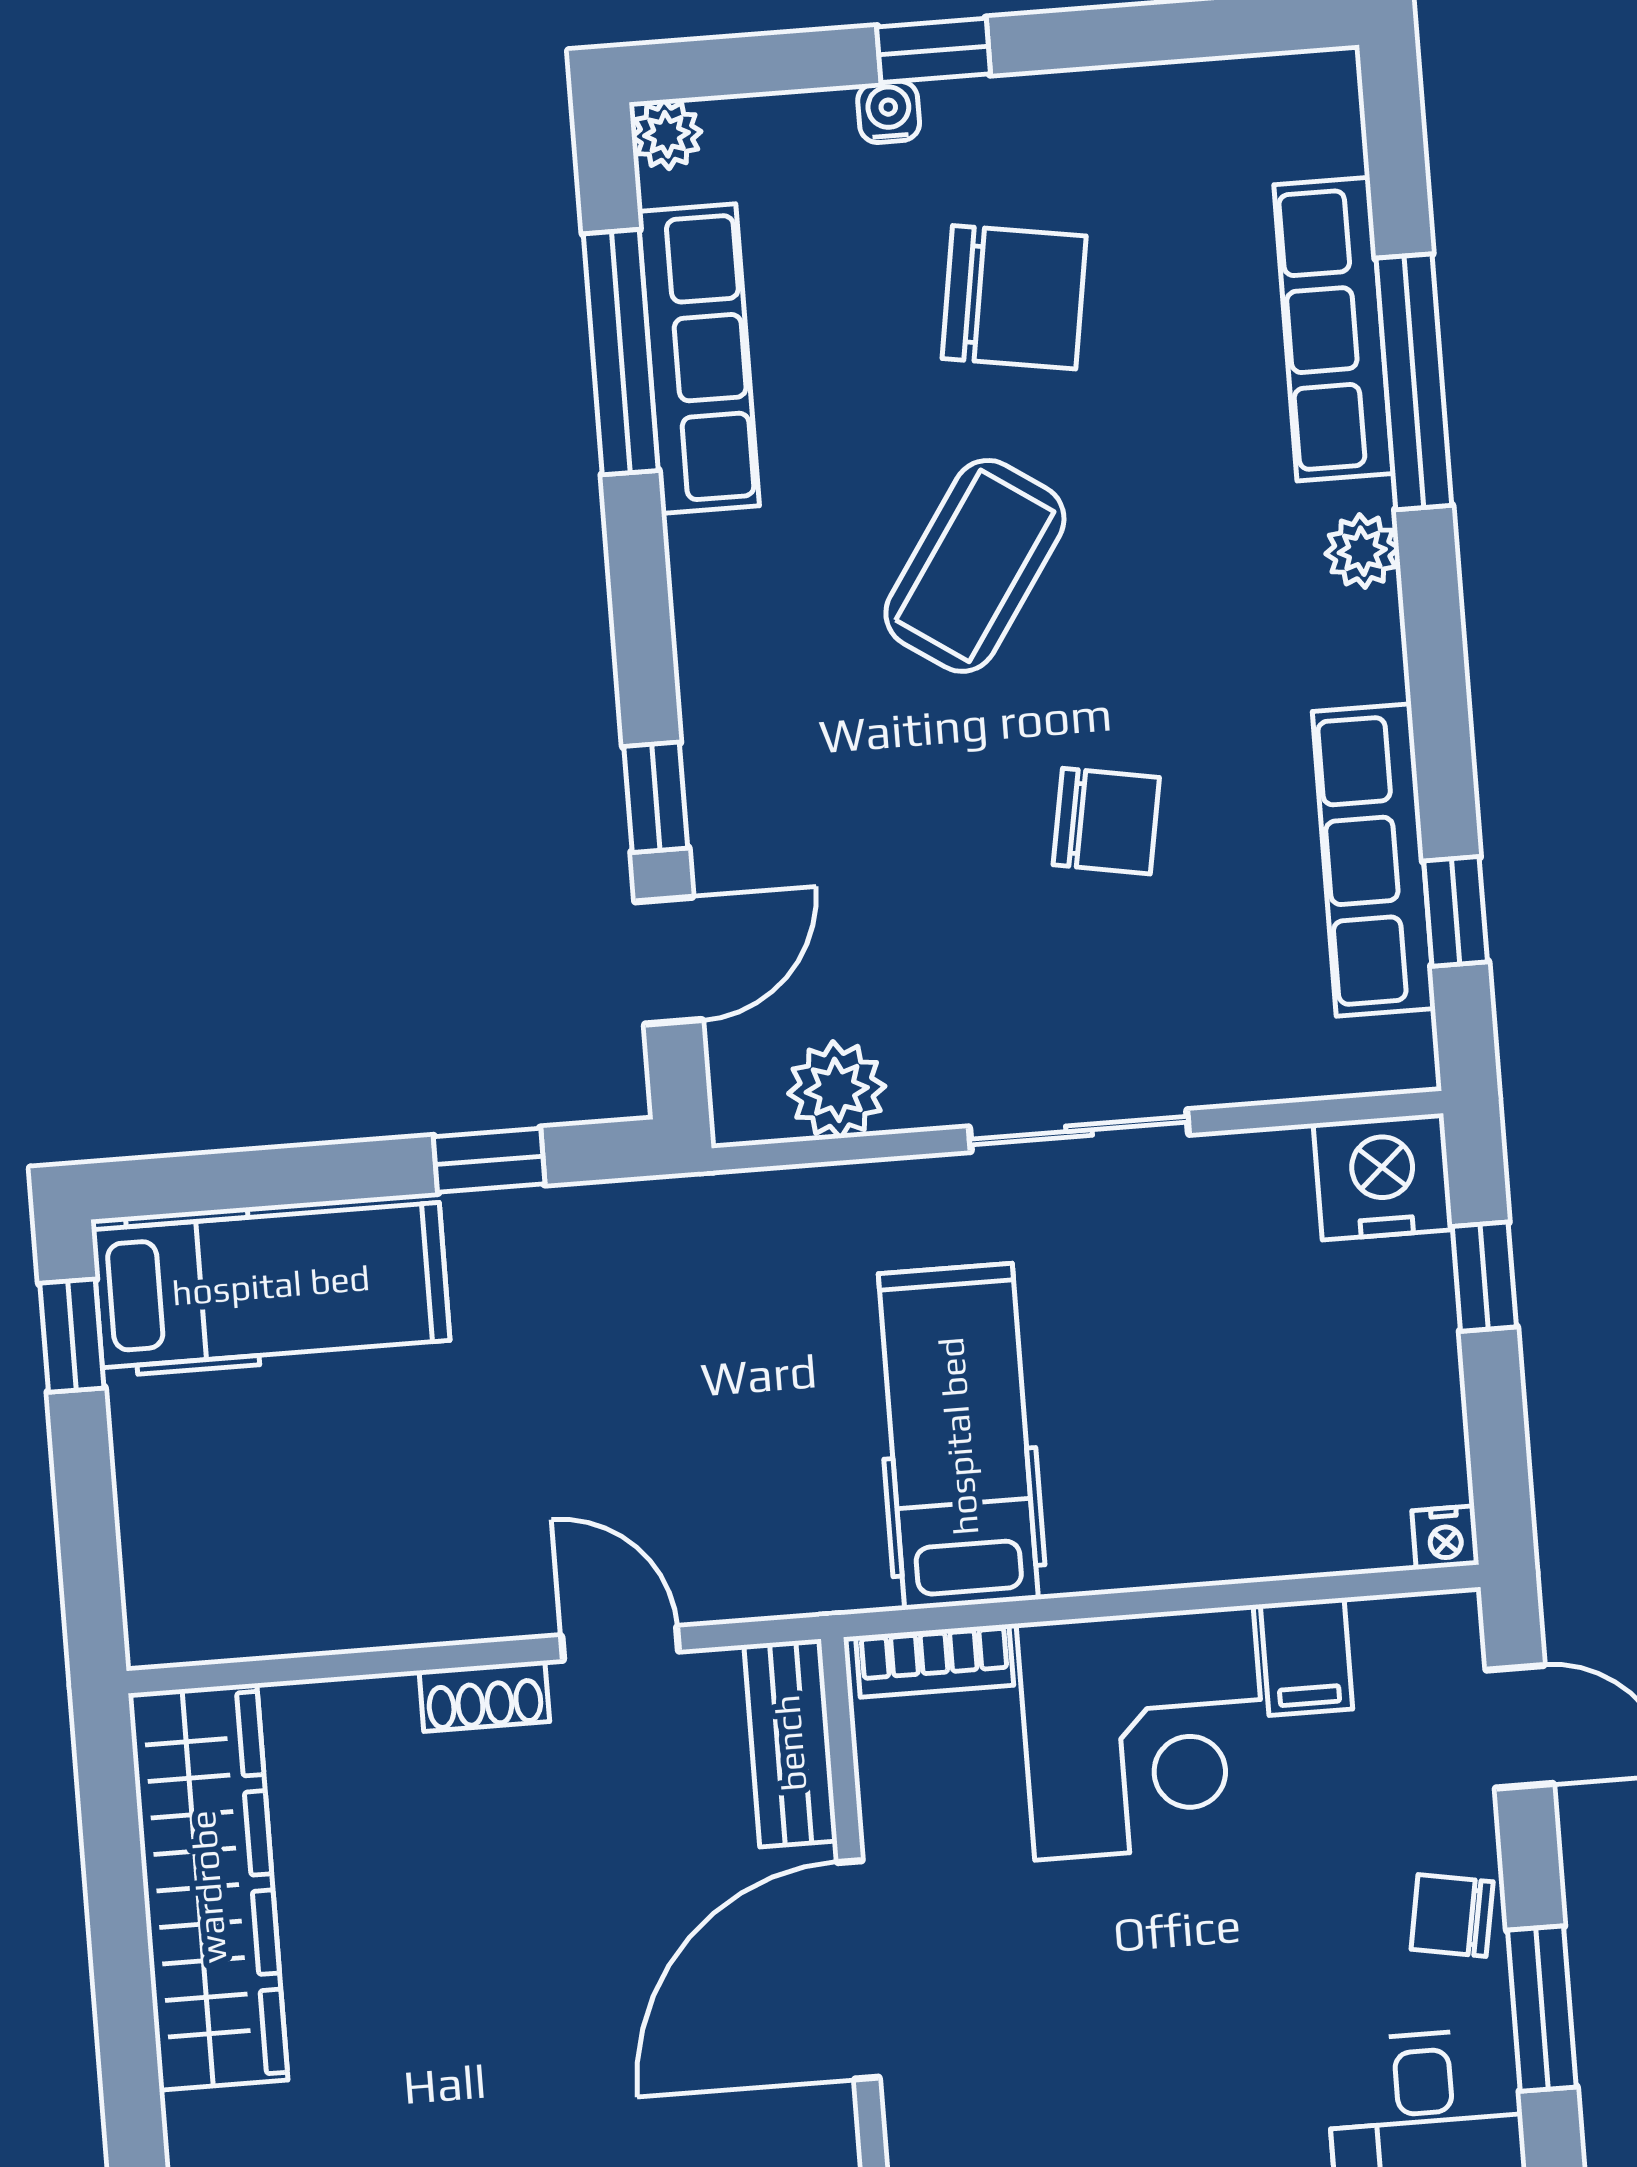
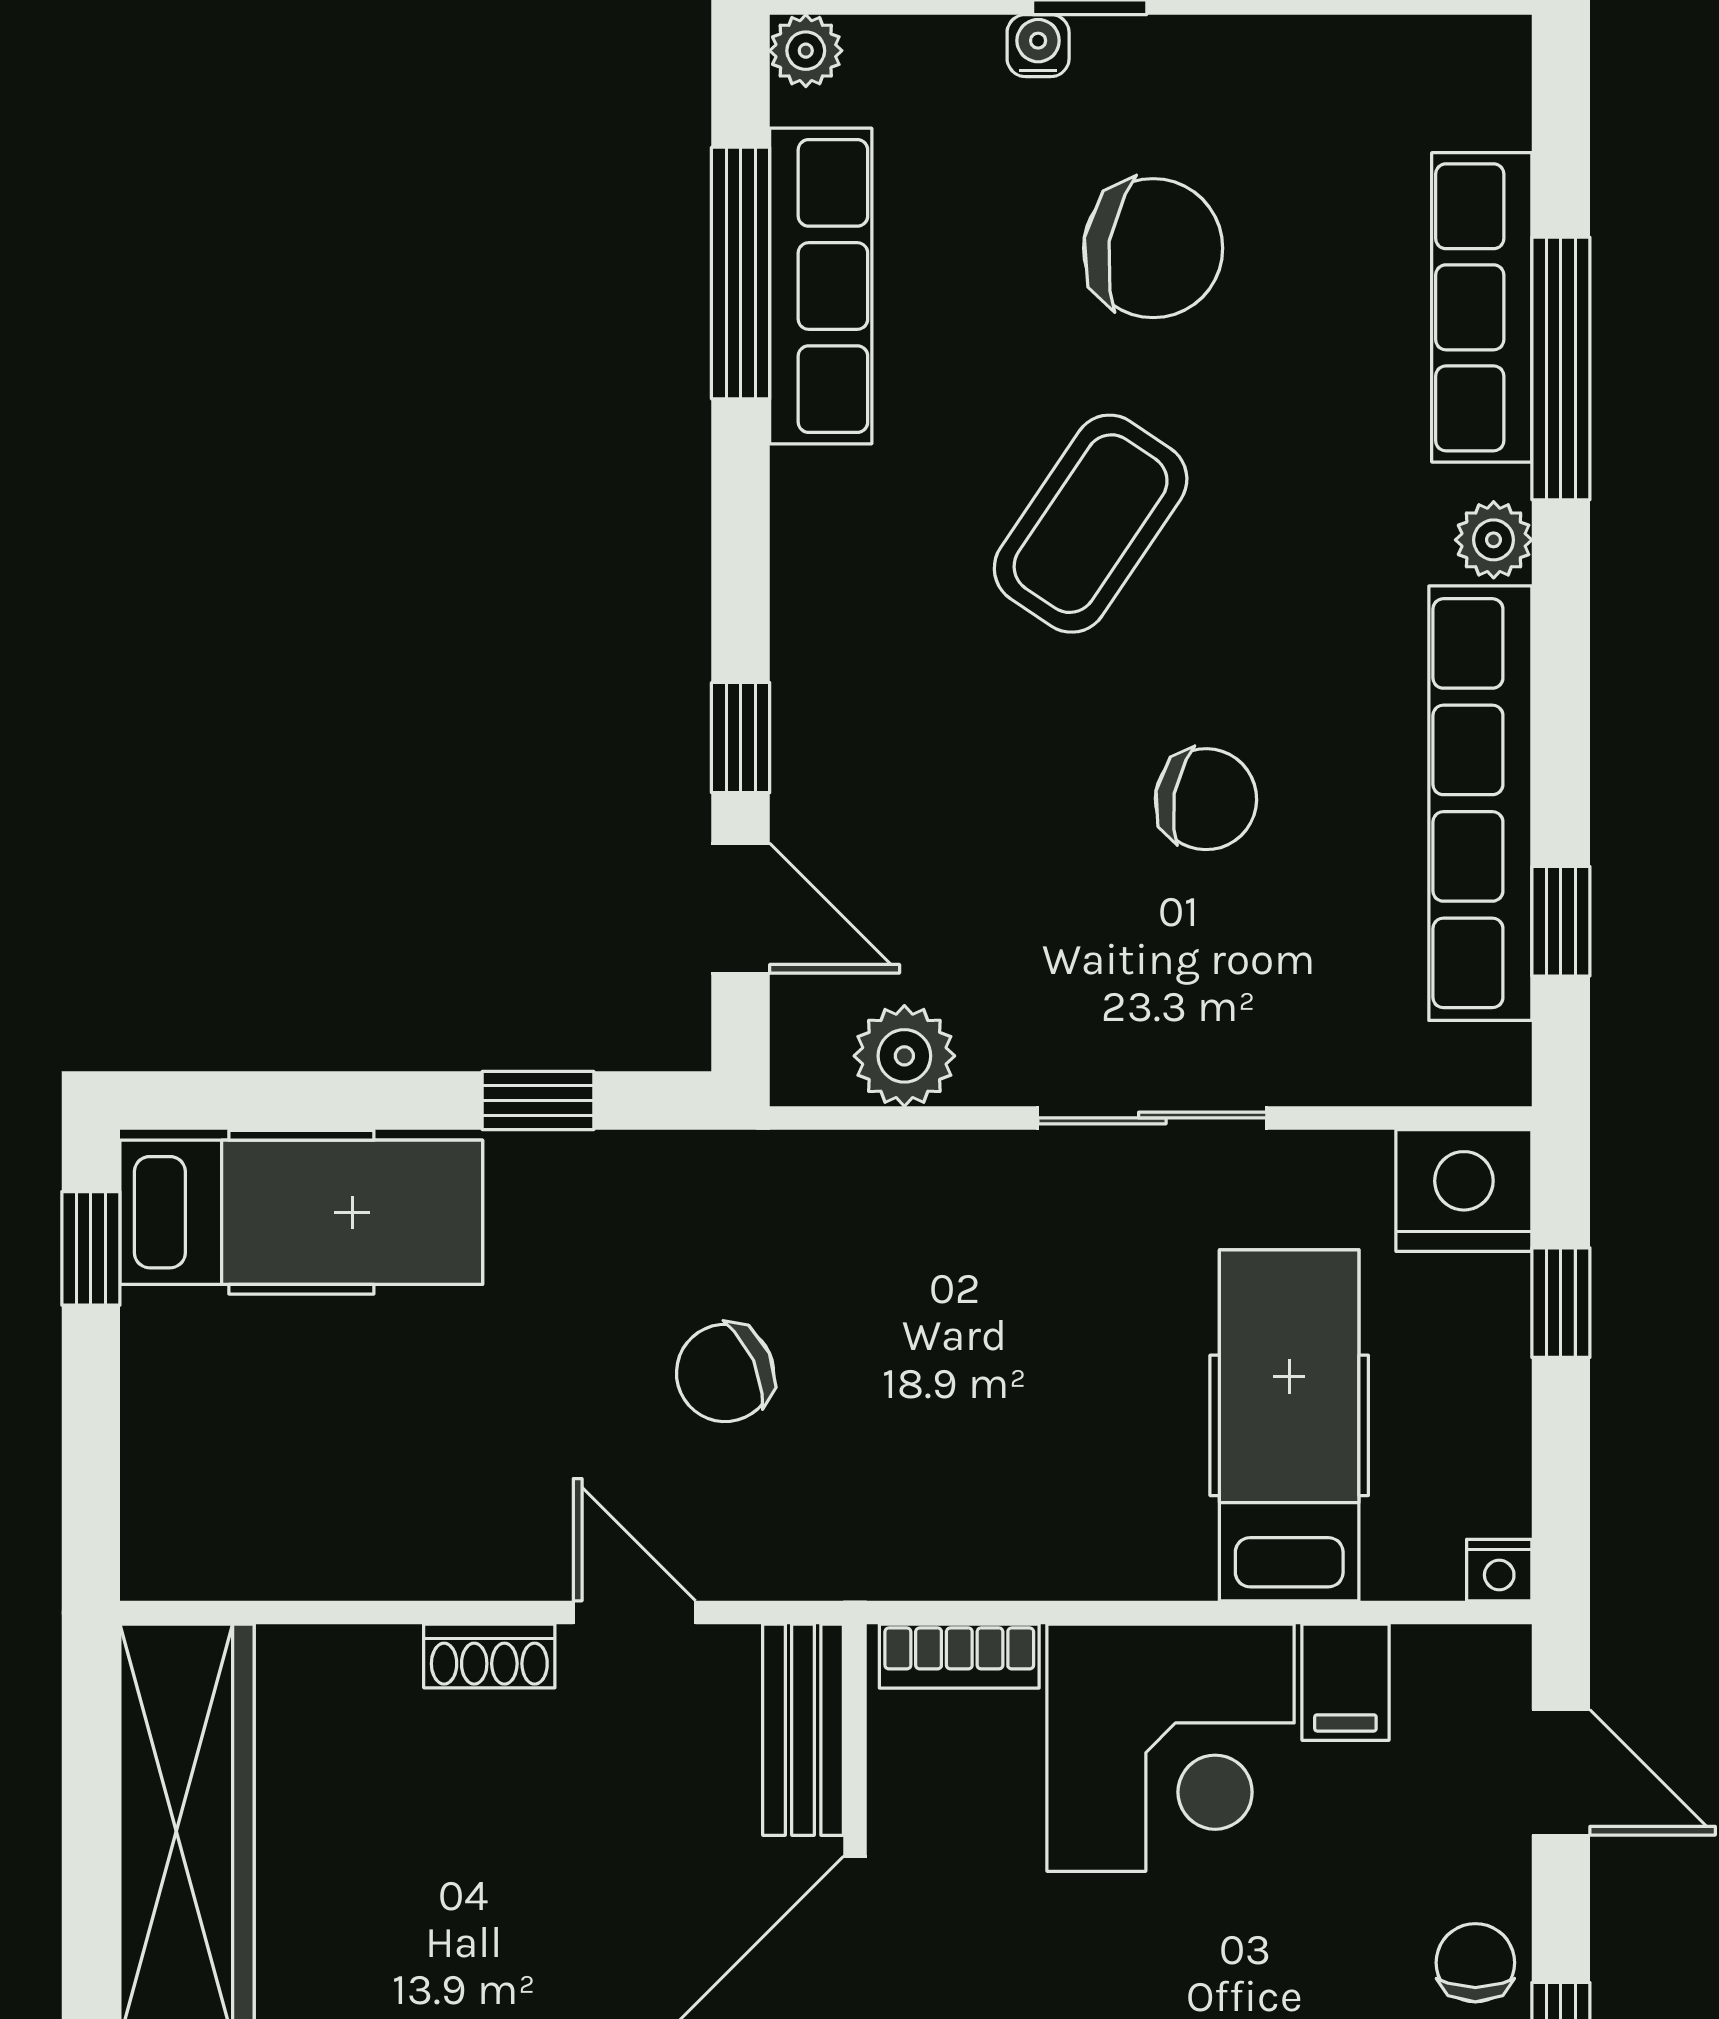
row of seats: (1374, 860) -> (1480, 803), width x1.36
door: (669, 961) -> (741, 908), hinge flipped
chair: (689, 1407) -> (725, 1373), added
hospital bed: (958, 1436) -> (1289, 1425), moved
chair: (1452, 1916) -> (1475, 1963), turned 80

